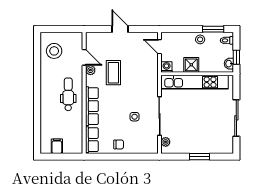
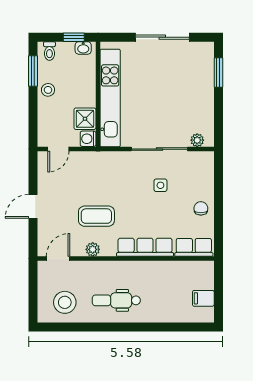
door: (84, 57) -> (58, 259), moved
shower: (191, 65) -> (85, 119), moved
dental chair: (68, 94) -> (116, 300), moved
window: (199, 157) -> (218, 72), moved

